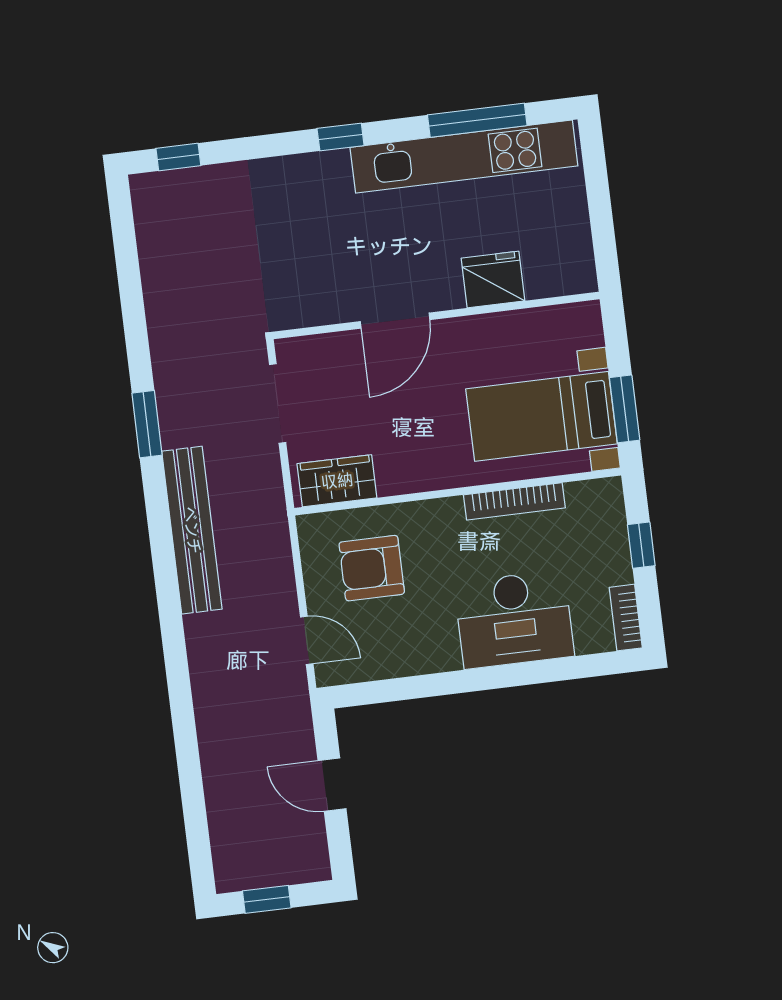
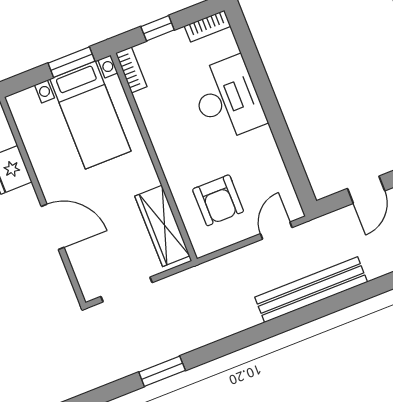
wardrobe: (337, 481) -> (162, 226), width x1.50
bookcase: (514, 501) -> (131, 70), moved, width x0.64
bench: (192, 530) -> (311, 290), moved

